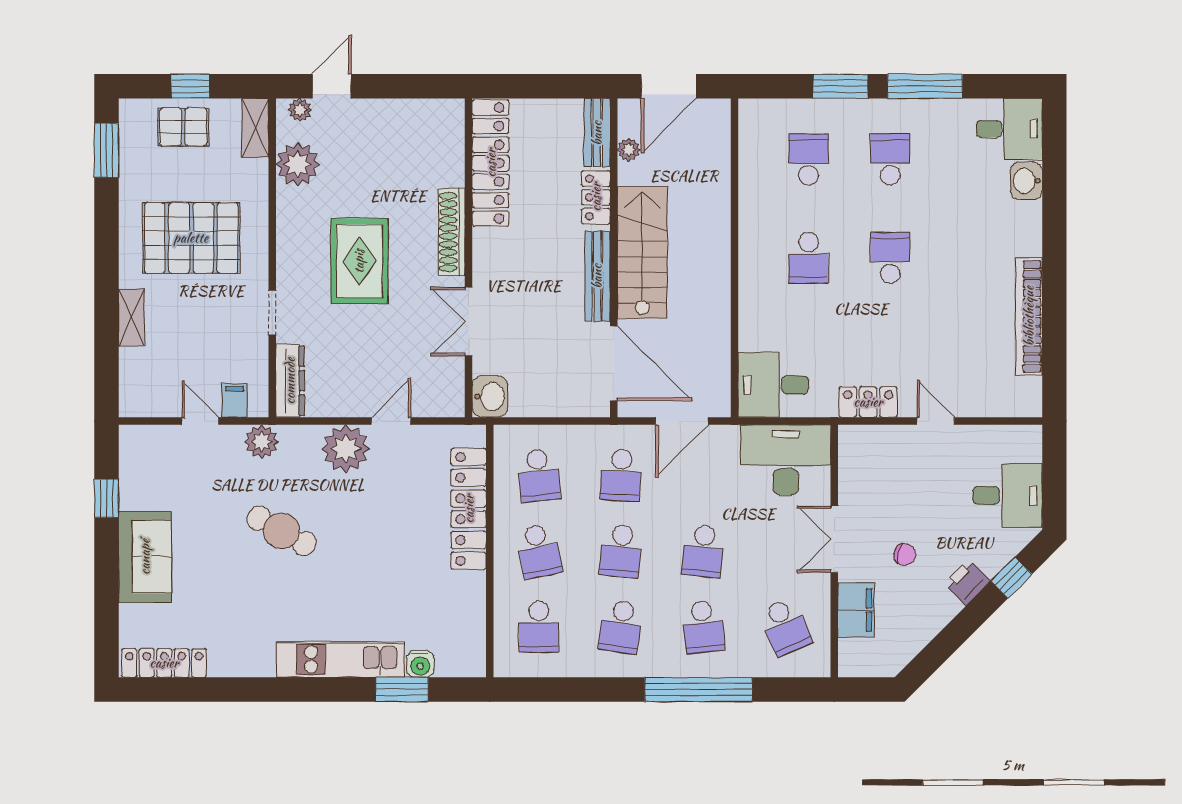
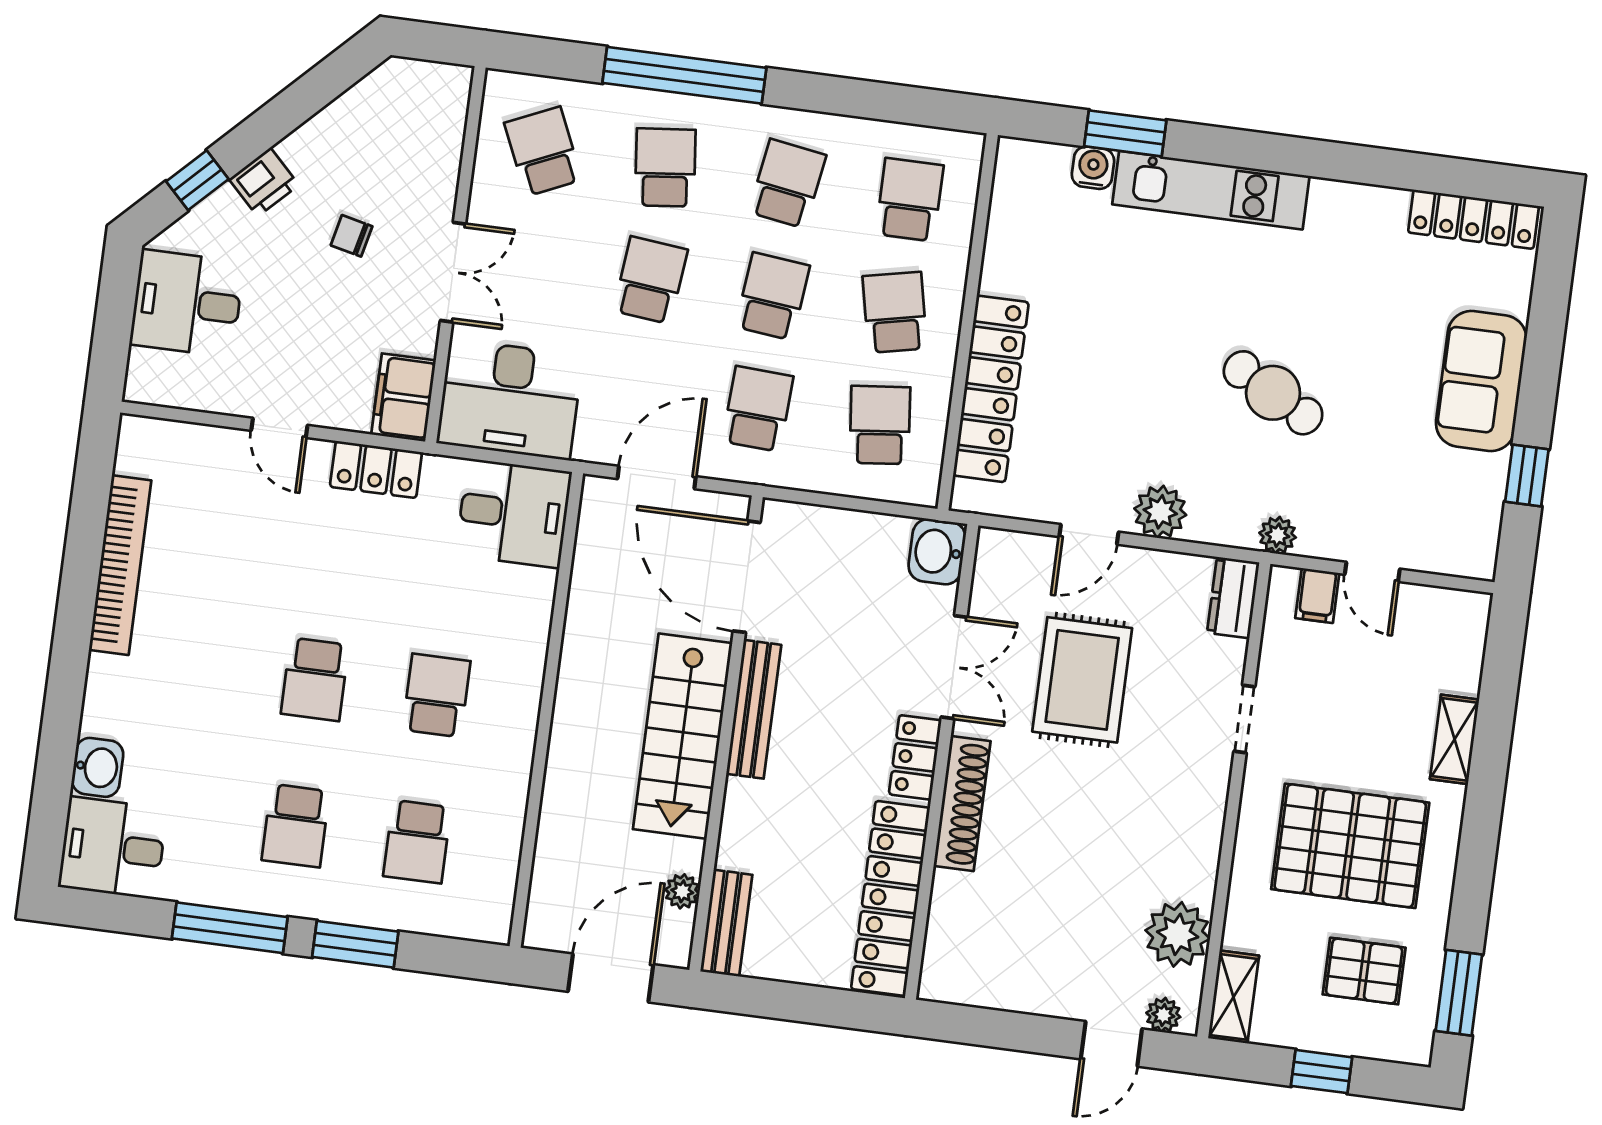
pallet: (183, 127) -> (1364, 971), moved
locker: (596, 197) -> (915, 757), moved, turned 180
rug: (359, 261) -> (1082, 680), moved
dresser: (290, 381) -> (1233, 598), width x0.70
plant: (262, 442) -> (1278, 535), width x0.73, depth x0.73
plant: (346, 449) -> (1160, 512), width x0.73, depth x0.73
filing cabinet: (856, 610) -> (404, 397), moved

